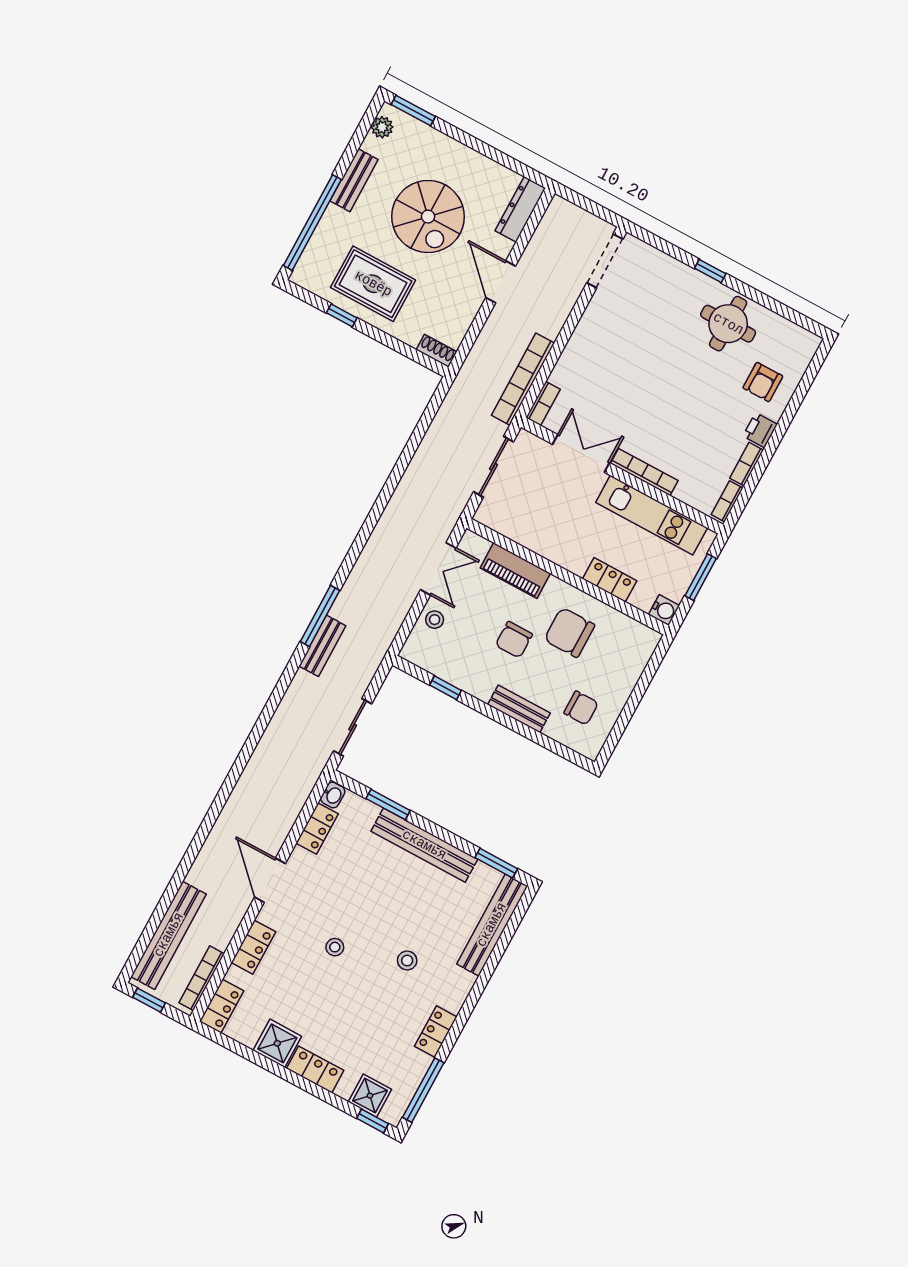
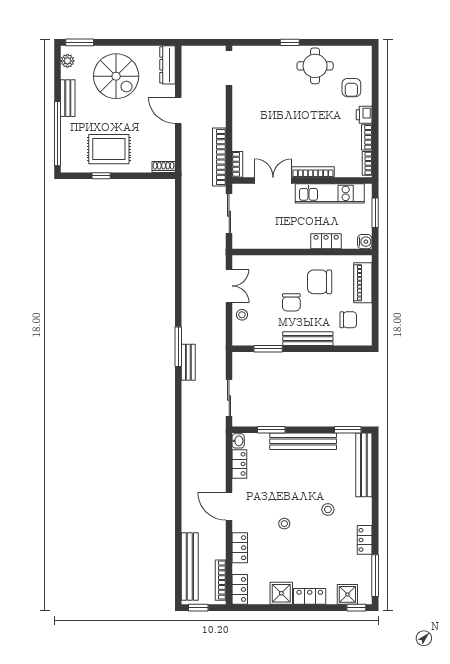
spiral stairs: (428, 217) -> (116, 76), moved
piano: (515, 571) -> (363, 283), moved, turned 90
window: (446, 688) -> (268, 349), width x1.50
bench: (519, 709) -> (308, 339), width x1.36

